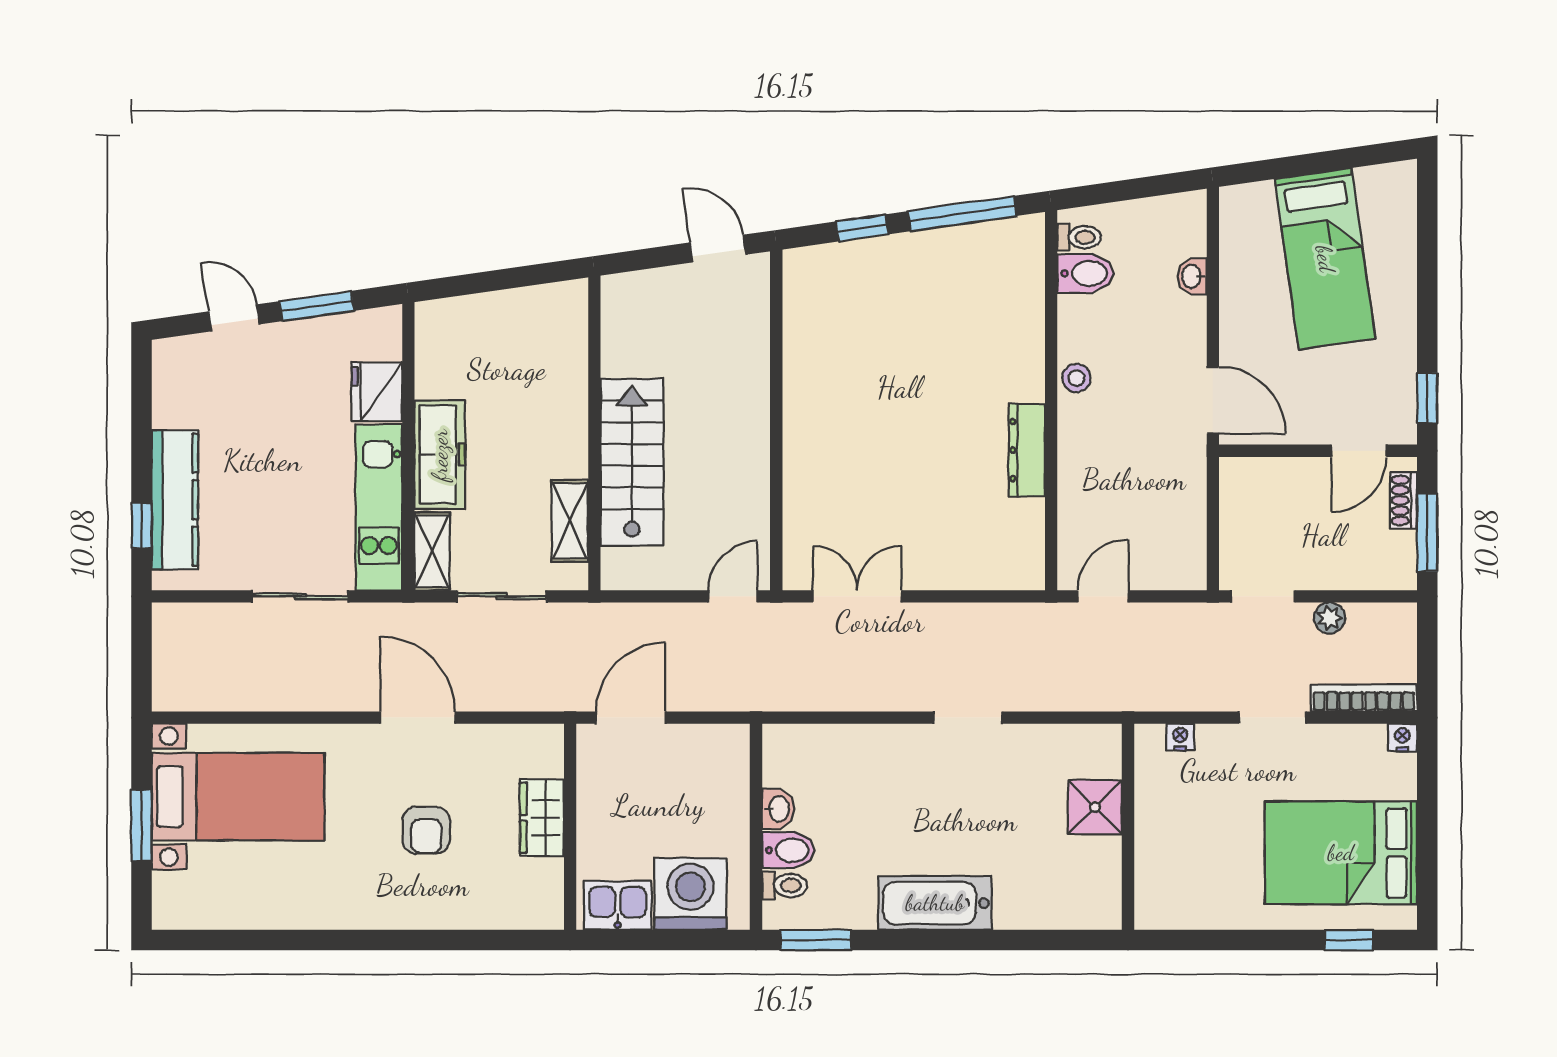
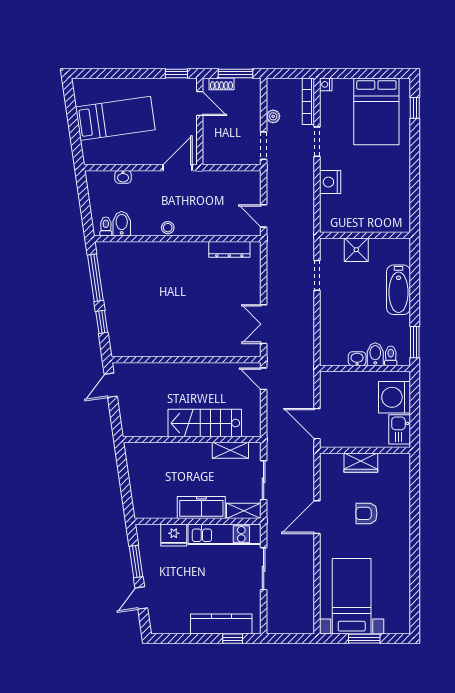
dresser: (1027, 450) -> (229, 249), moved
nightstand: (1180, 737) -> (330, 182), width x1.89, depth x1.79
shower: (1095, 807) -> (356, 250), moved
wall: (1128, 827) -> (365, 235), moved
armchair: (426, 830) -> (366, 513), turned 180

